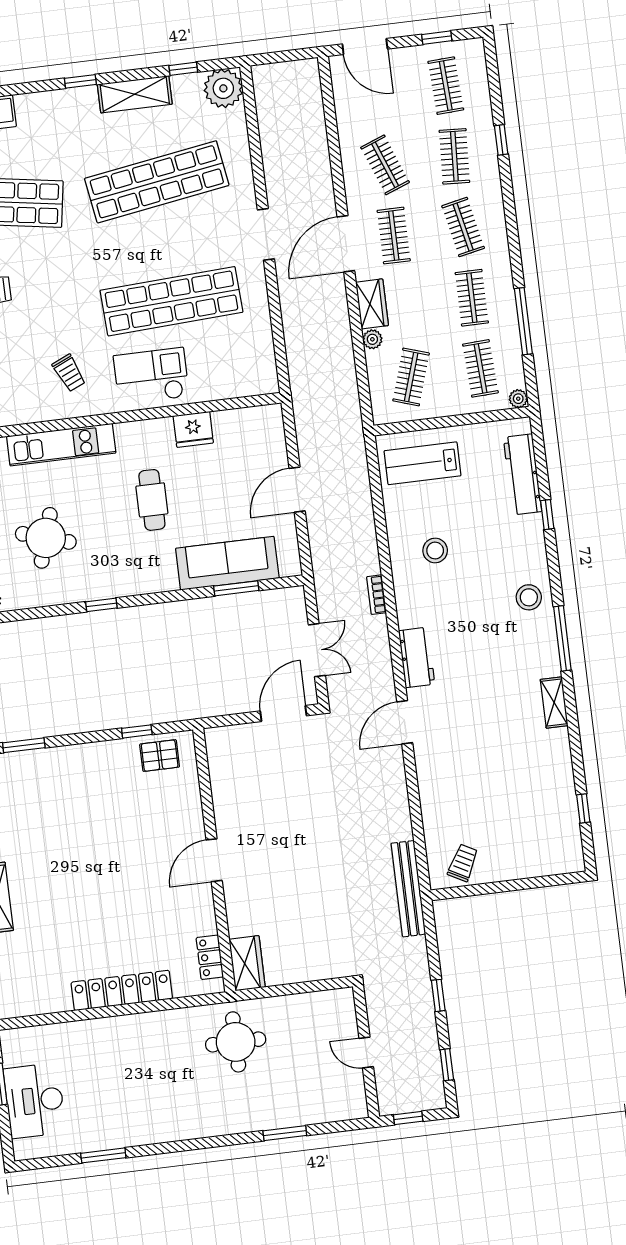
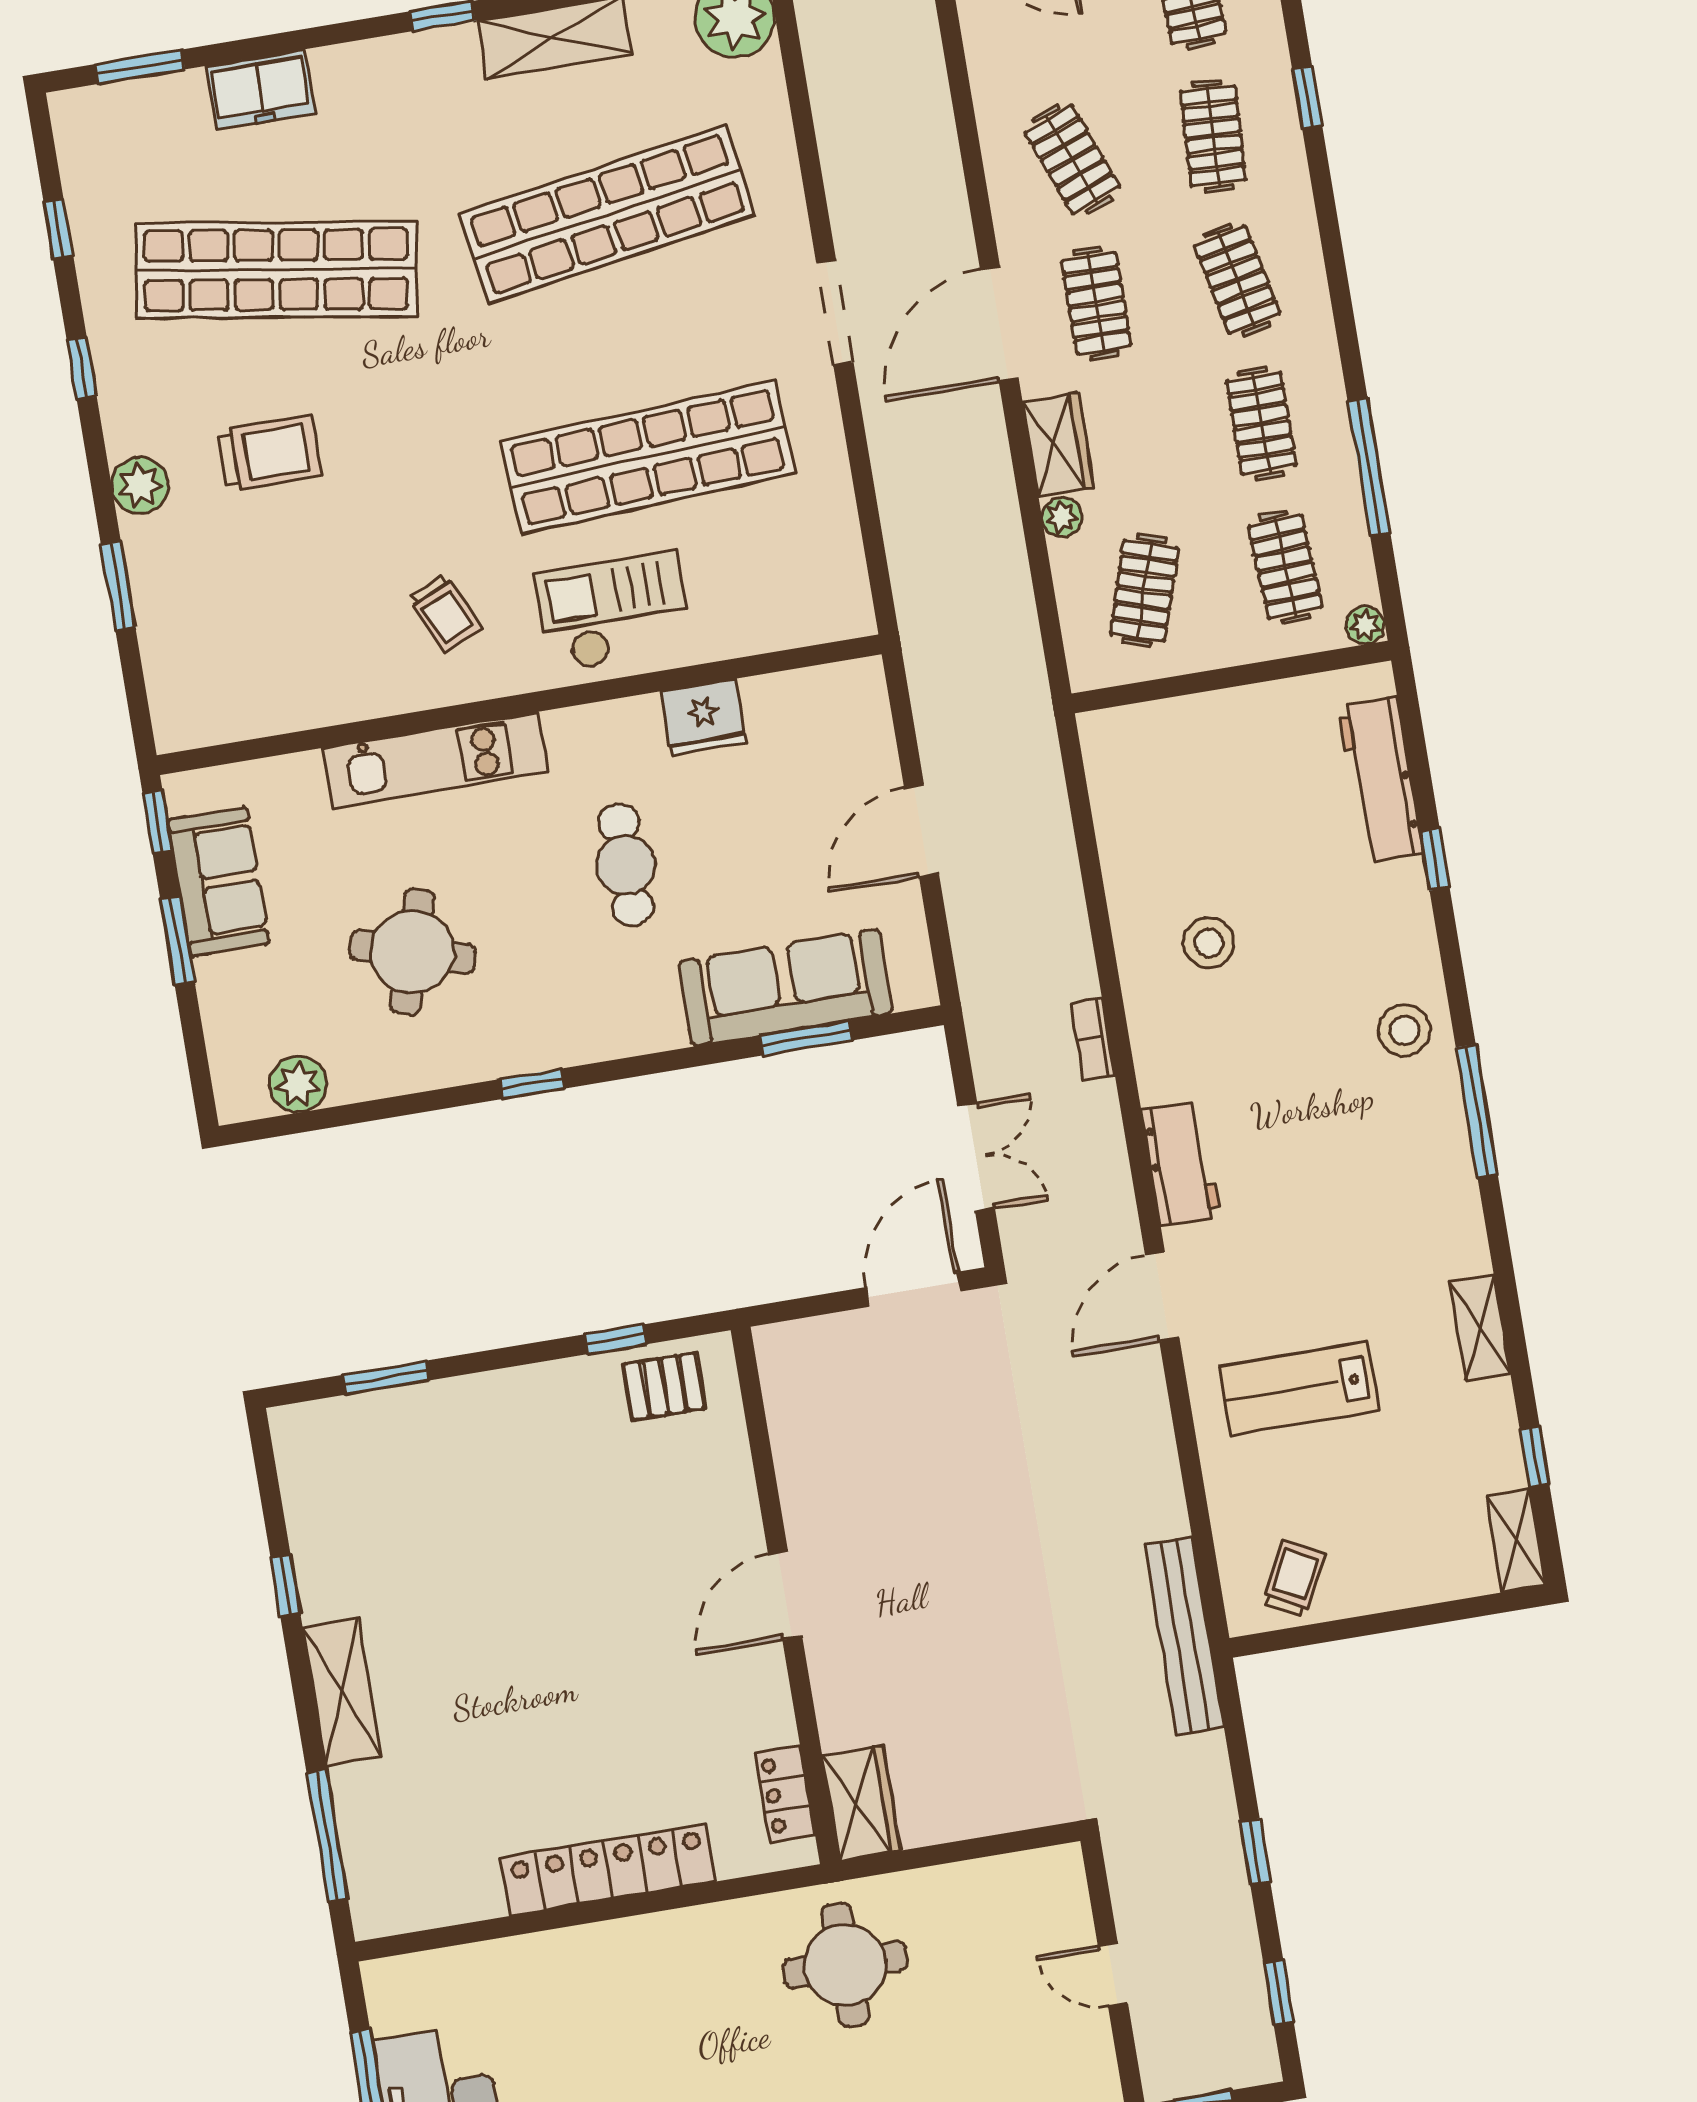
lab bench: (422, 463) -> (1299, 1388), moved
shelving: (554, 702) -> (1480, 1327), moved
shelving: (572, 849) -> (1516, 1541), added

